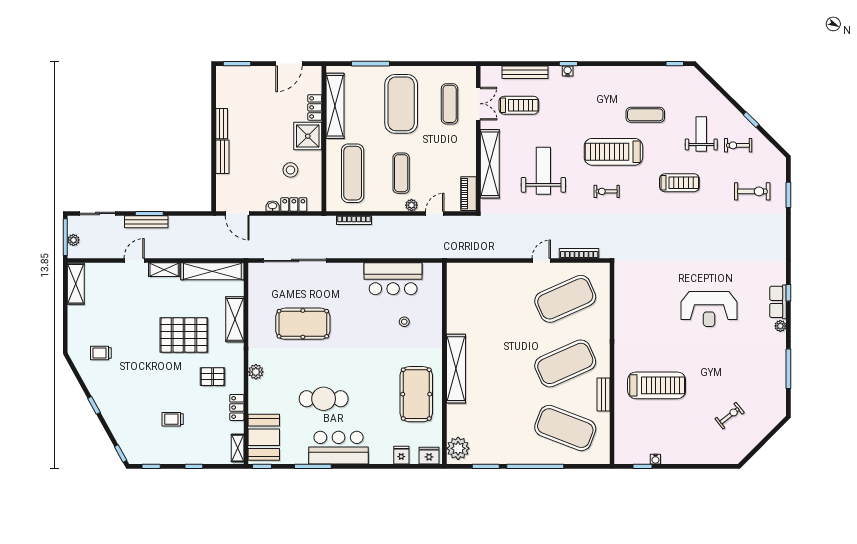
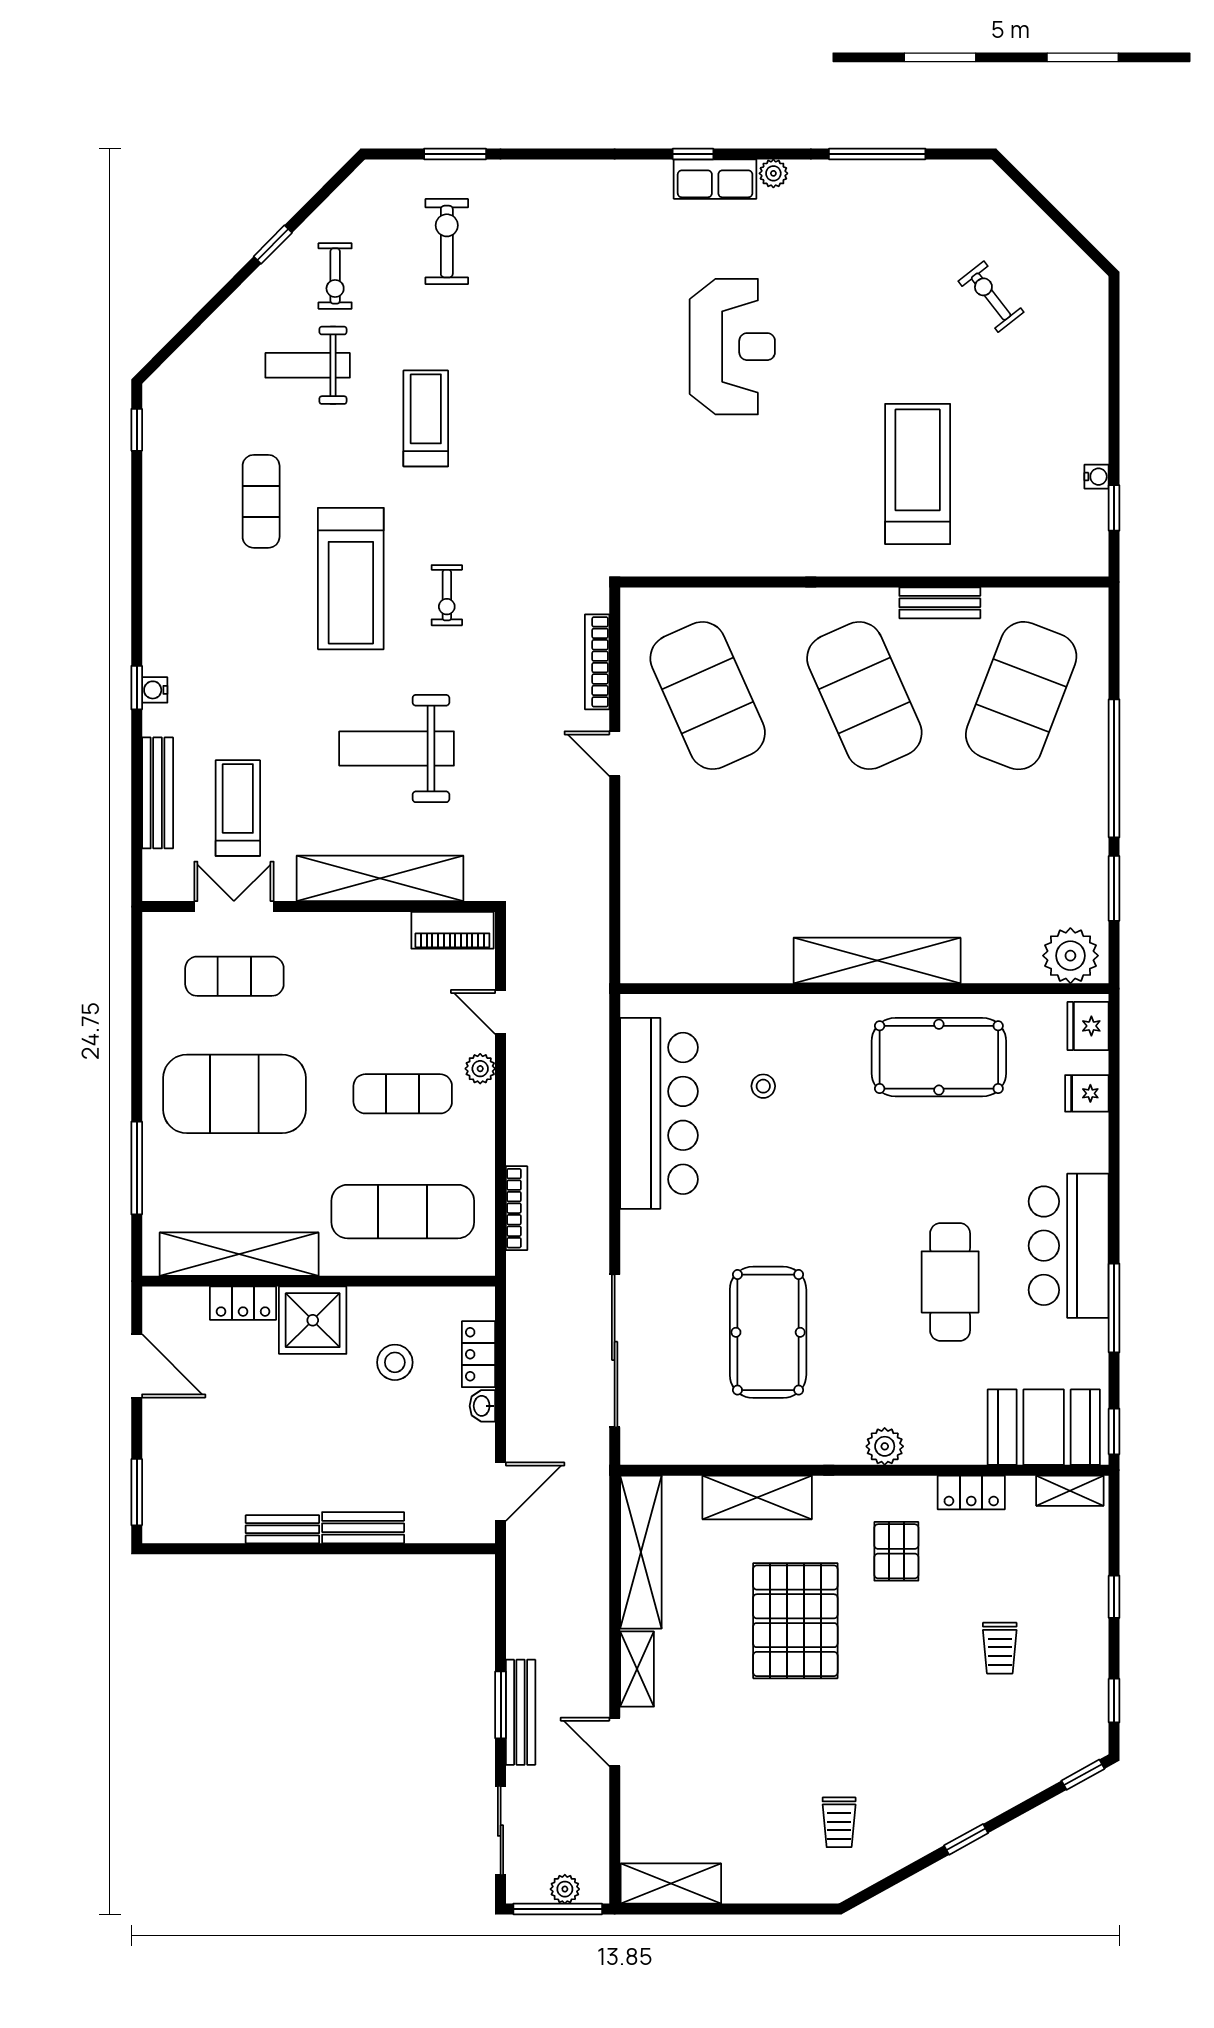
bar counter: (393, 279) -> (659, 1113), width x1.36

